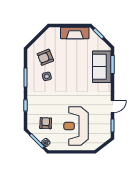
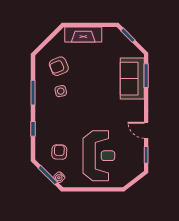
fireplace: (75, 33) -> (83, 35), moved
door: (113, 106) -> (146, 130), swing flipped
reception desk: (76, 126) -> (99, 156), turned 180

